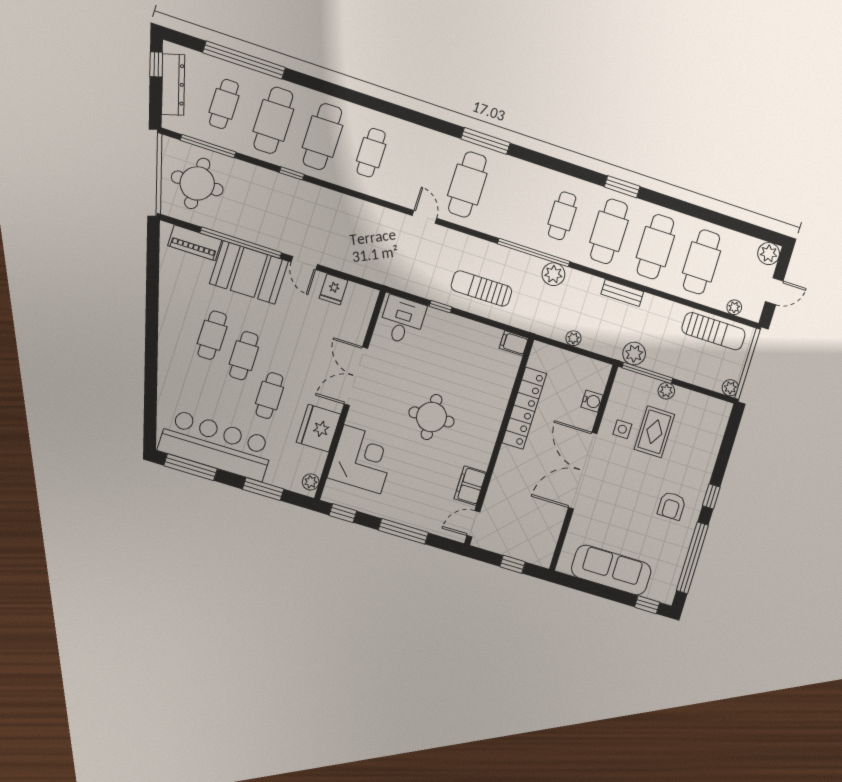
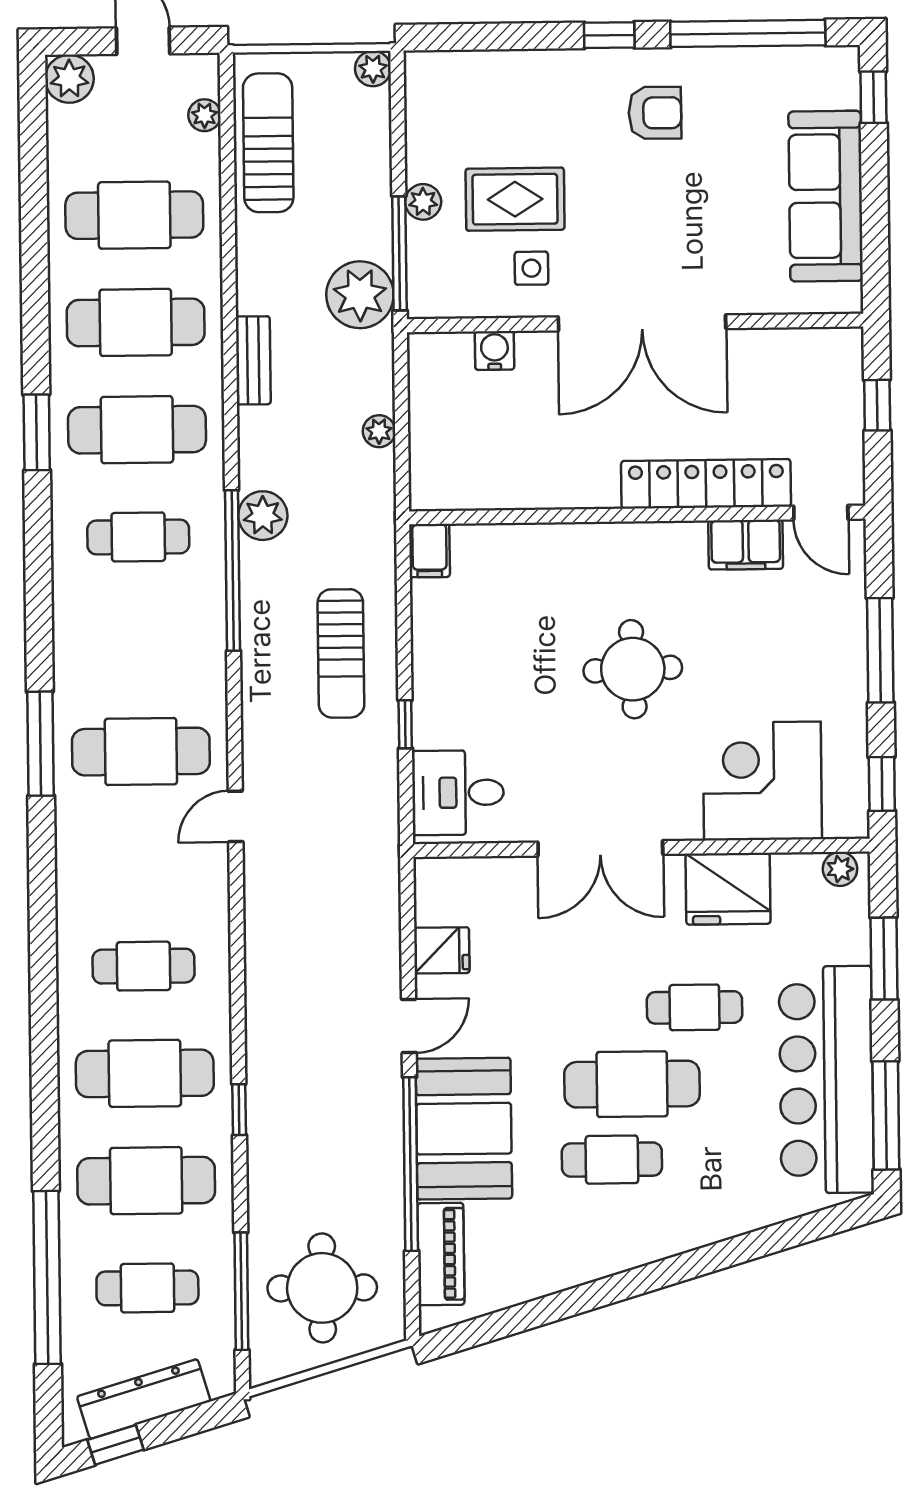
plant: (634, 354) -> (360, 295), width x1.36, depth x1.36
cafe table: (244, 356) -> (632, 1084), width x1.37, depth x1.35
locker: (524, 408) -> (706, 484), moved

